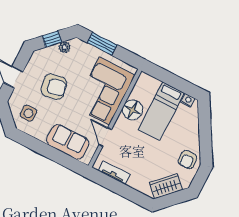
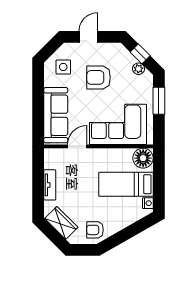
armchair: (54, 87) -> (99, 77), turned 101
floor lamp: (132, 110) -> (143, 158), moved
sofa: (68, 142) -> (56, 115), width x1.36
tv unit: (114, 173) -> (50, 185), moved

